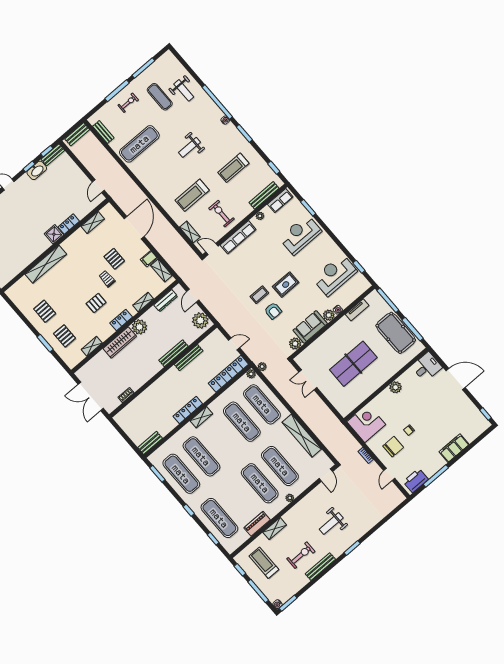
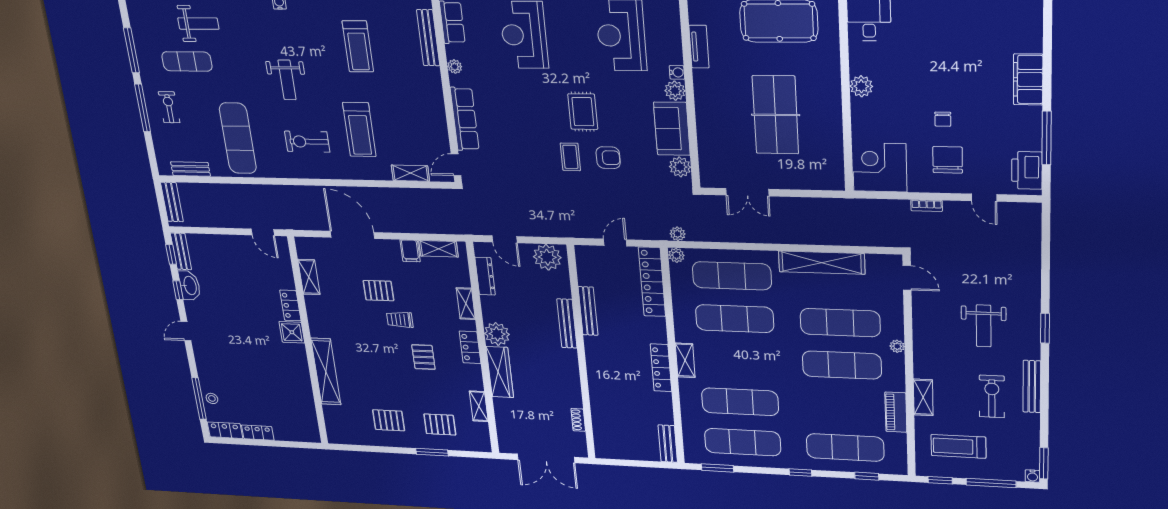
exercise bike: (222, 214) -> (307, 142), moved

